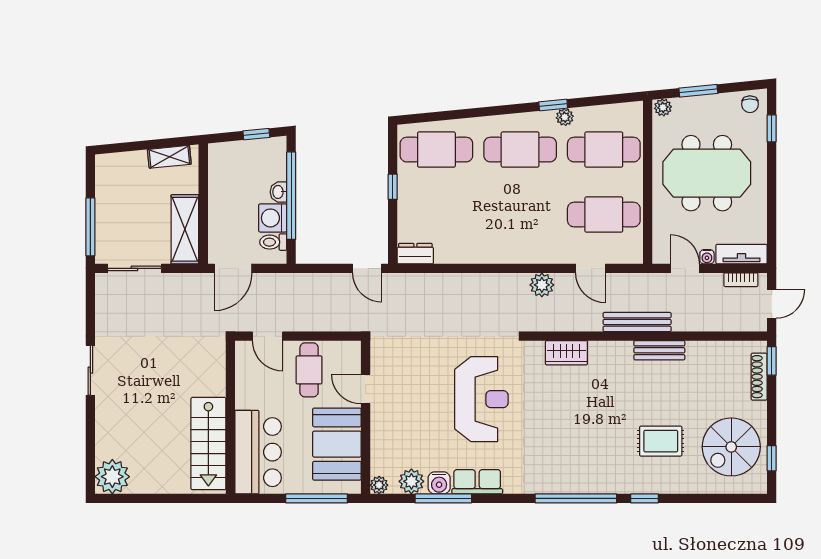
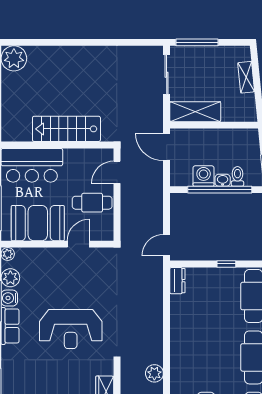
shelving: (169, 157) -> (246, 77), moved
toilet: (273, 242) -> (237, 176), moved
sliding door: (90, 370) -> (92, 42), removed
stairs: (208, 444) -> (66, 129), moved

